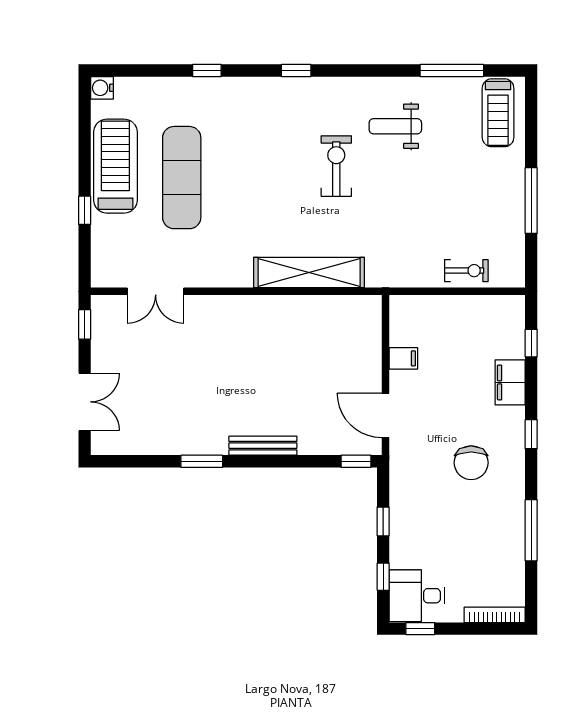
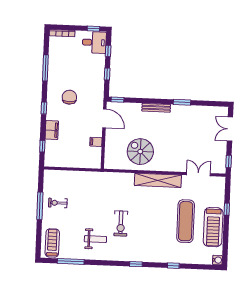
exercise bike: (466, 271) -> (58, 203), moved
shelving: (309, 273) -> (158, 180), moved
spiral stairs: (297, 340) -> (140, 152), added

